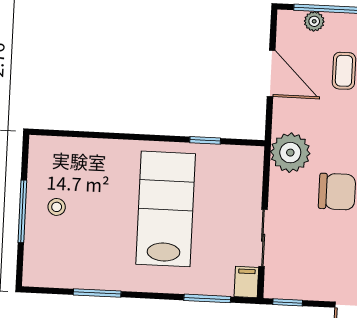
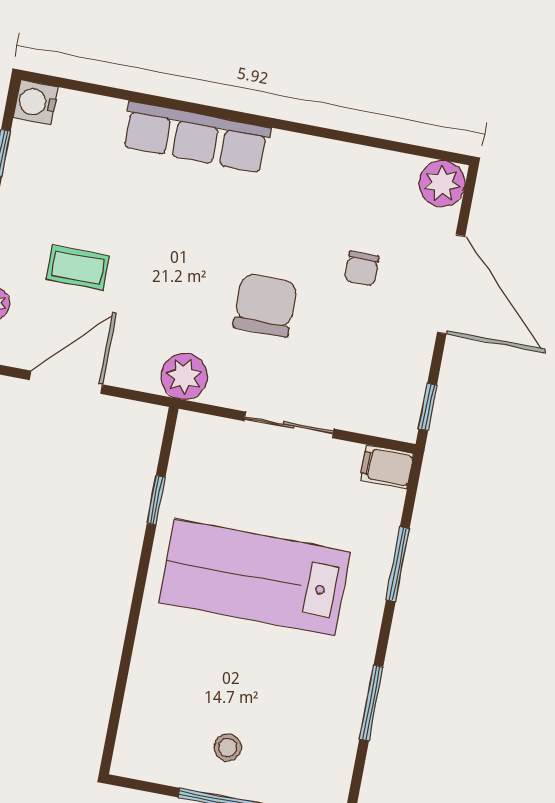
plant: (290, 153) -> (184, 376), width x0.73, depth x0.73
sliding door: (263, 238) -> (289, 425), moved
window: (207, 298) -> (398, 564), moved

